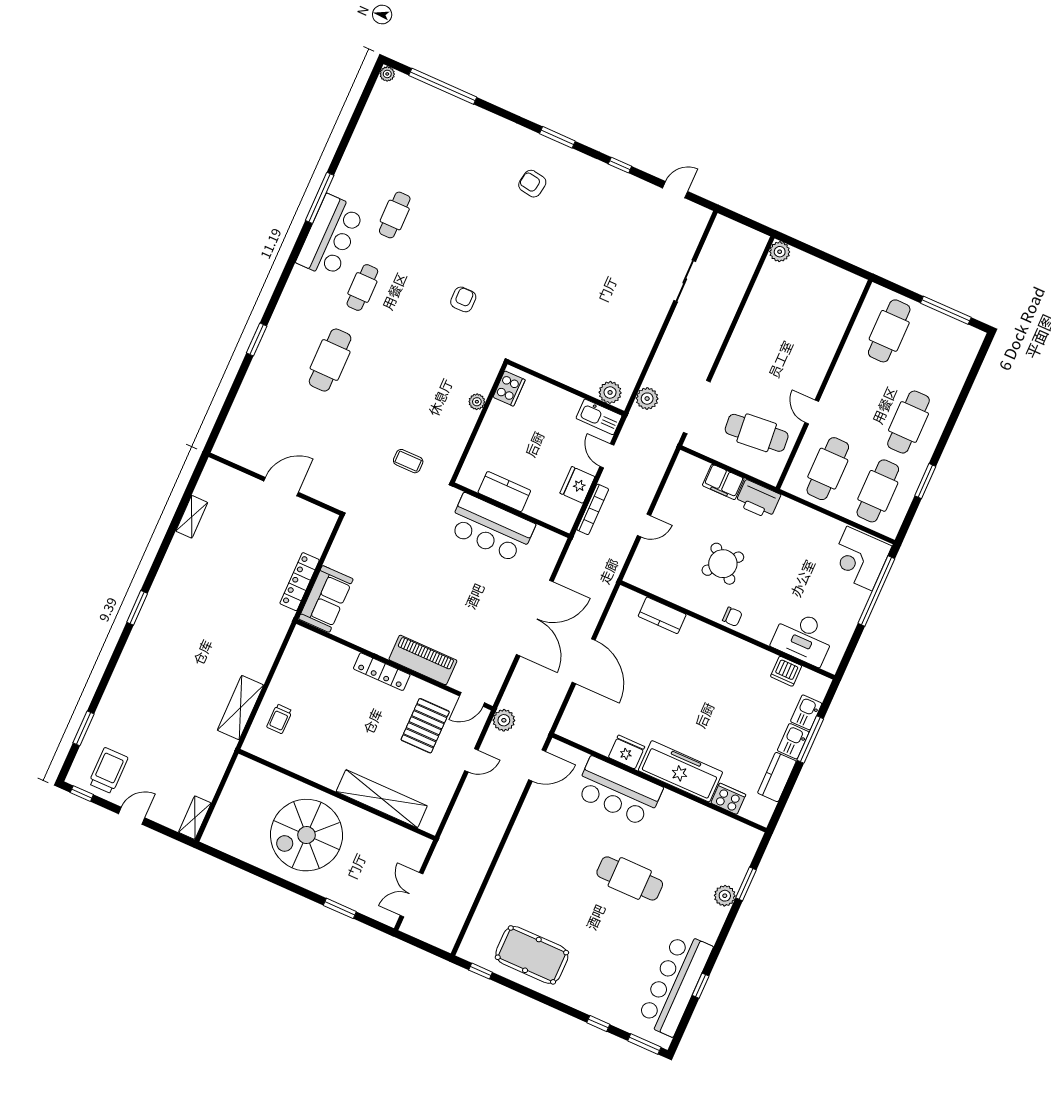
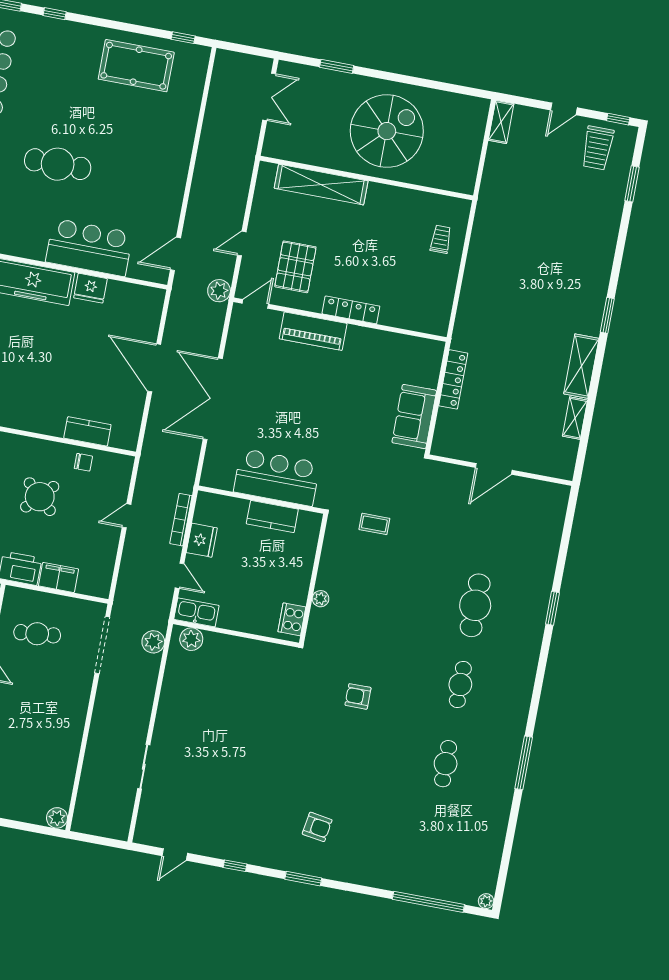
bar counter: (330, 236) -> (504, 727), removed
armchair: (463, 299) -> (358, 696), turned 90
cafe table: (757, 433) -> (37, 634), width x0.73, depth x0.74
sofa: (326, 599) -> (414, 417), moved
chair: (732, 617) -> (83, 462), moved, turned 180
shelving: (240, 708) -> (581, 366), moved

